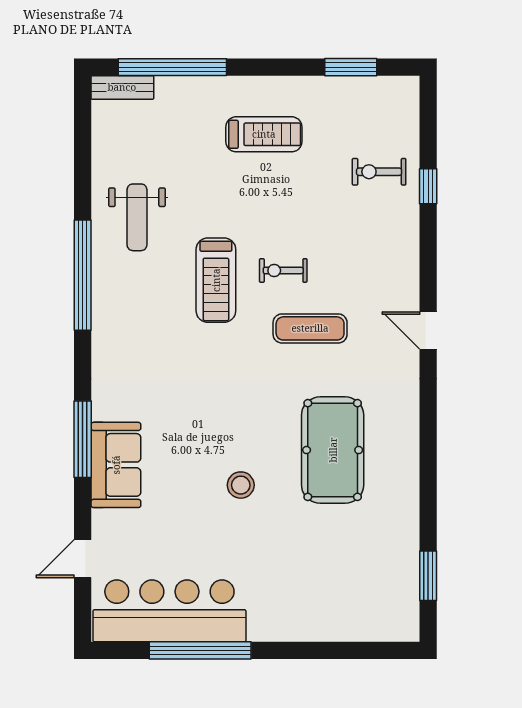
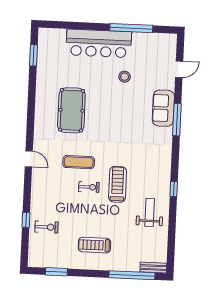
window: (83, 275) -> (174, 189), width x0.32
stool: (241, 485) -> (125, 77), moved
bar counter: (169, 611) -> (99, 43), moved

